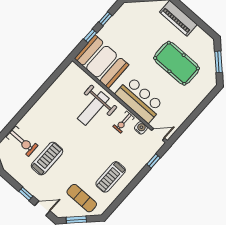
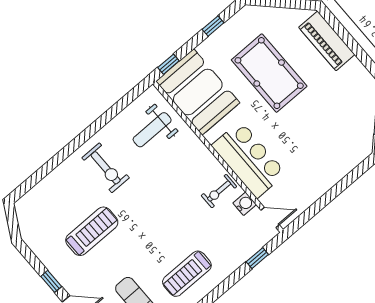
window: (90, 36) -> (168, 64), moved
pool table: (177, 63) -> (269, 73), moved
weight bench: (93, 108) -> (152, 130), moved, width x0.73, depth x0.75
exercise bike: (22, 141) -> (106, 168), moved

